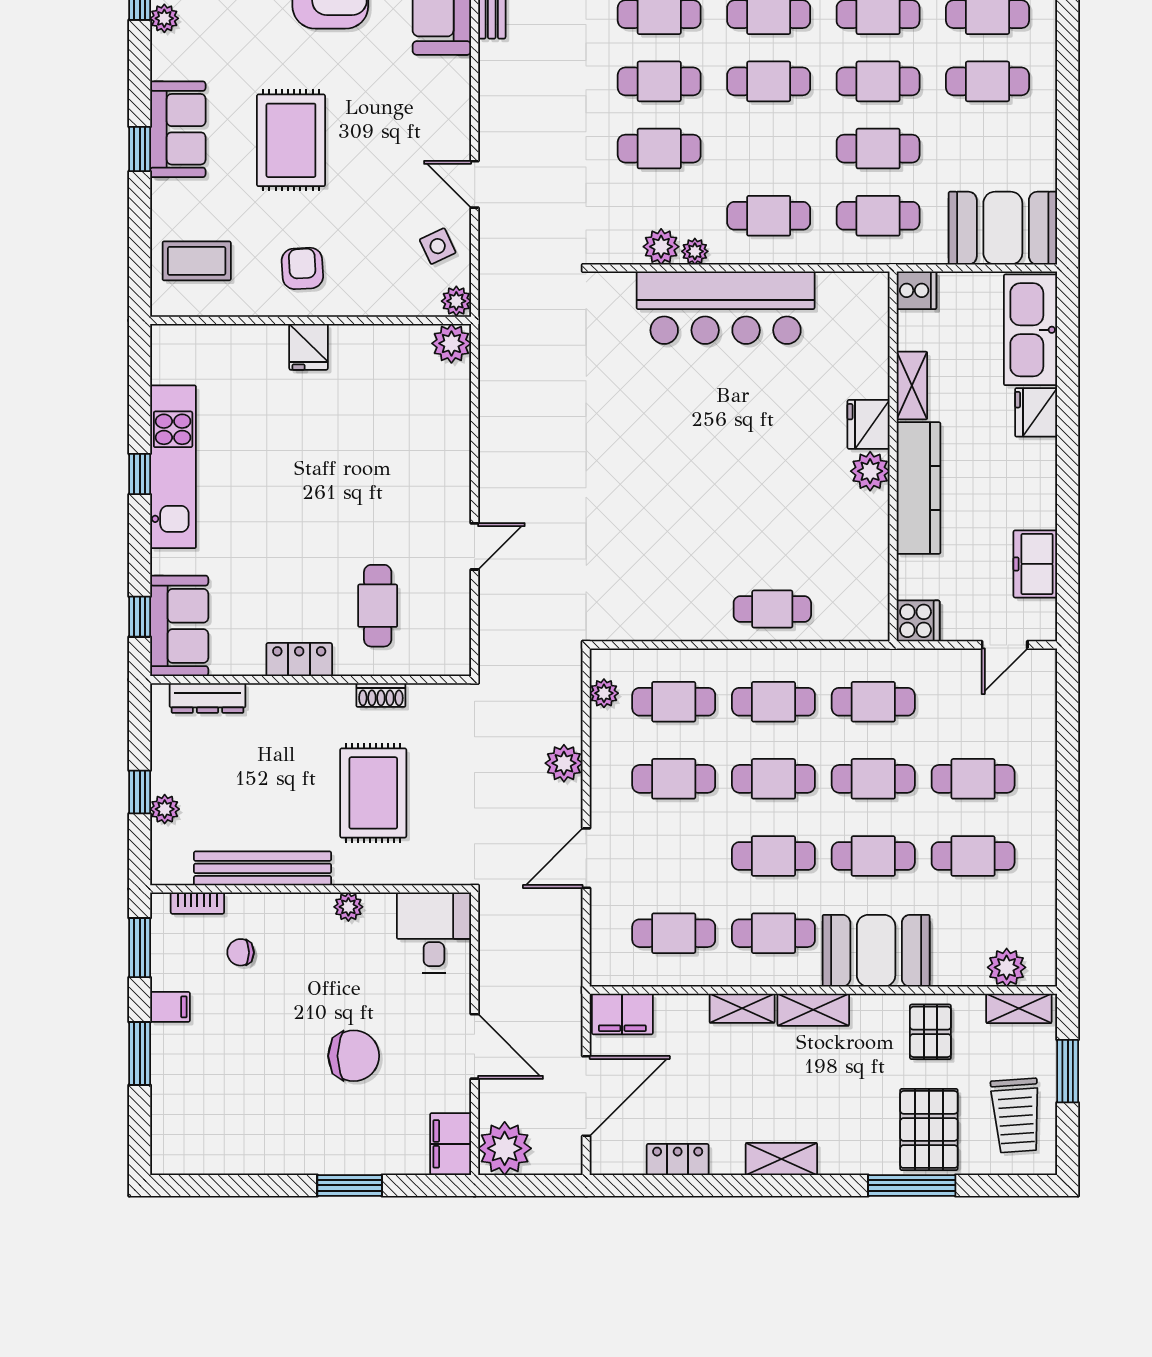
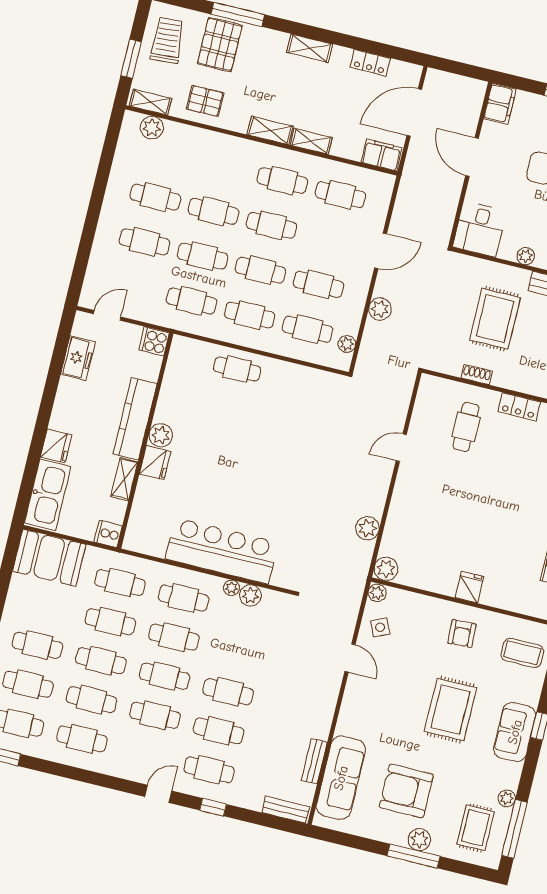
cafe table: (659, 149) -> (174, 637), moved
booth: (876, 951) -> (225, 156), removed
pallet: (930, 1032) -> (205, 101), turned 90
plant: (505, 1148) -> (367, 528), moved, width x0.73, depth x0.73

